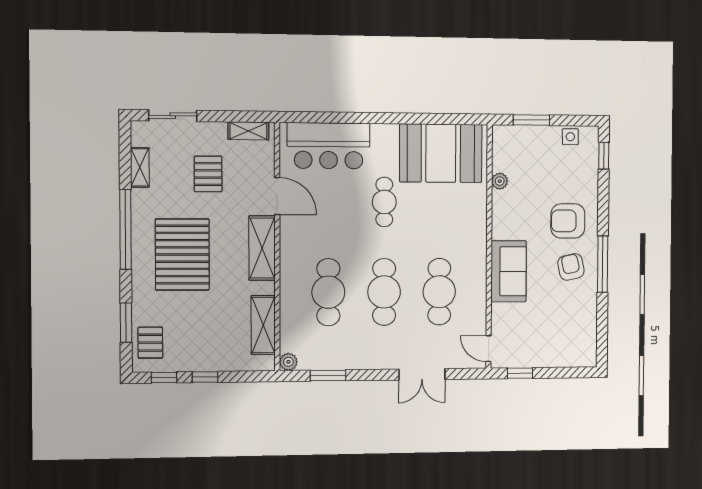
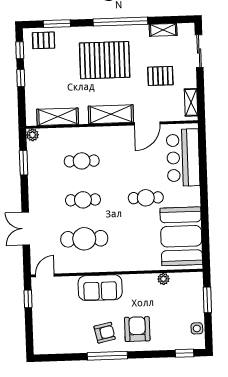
cafe table: (328, 292) -> (82, 161), width x0.73, depth x0.74
cafe table: (384, 292) -> (83, 200), width x0.73, depth x0.74

